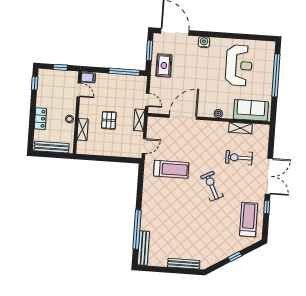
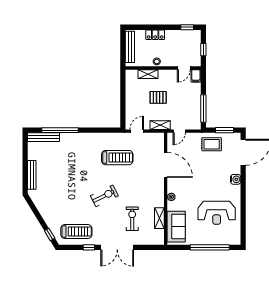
door: (144, 146) -> (137, 131), swing flipped
treadmill: (171, 169) -> (117, 158), turned -90
window: (235, 257) -> (50, 234), moved

